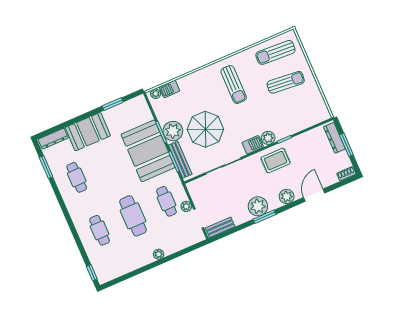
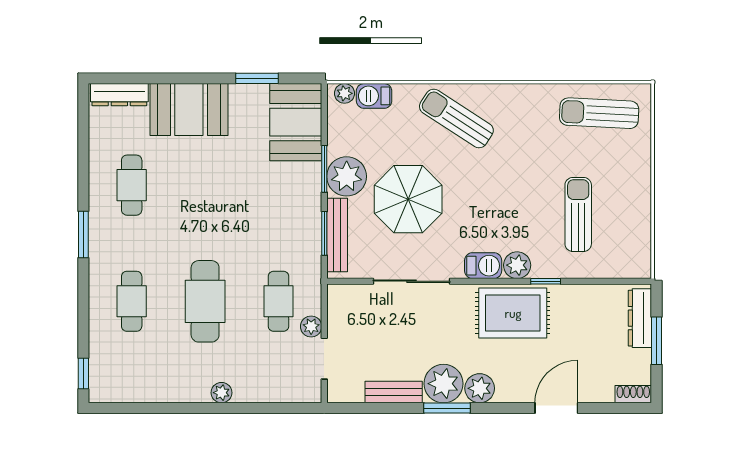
sun lounger: (286, 82) -> (578, 214), moved, turned -95
sun lounger: (234, 85) -> (456, 118), moved, turned 123
booth: (148, 151) -> (296, 122), moved, width x0.73, depth x0.70
rug: (276, 160) -> (513, 313), width x1.36, depth x1.43
window: (46, 167) -> (83, 234), moved
plant: (287, 196) -> (480, 388), moved
bench: (220, 227) -> (394, 392), moved

